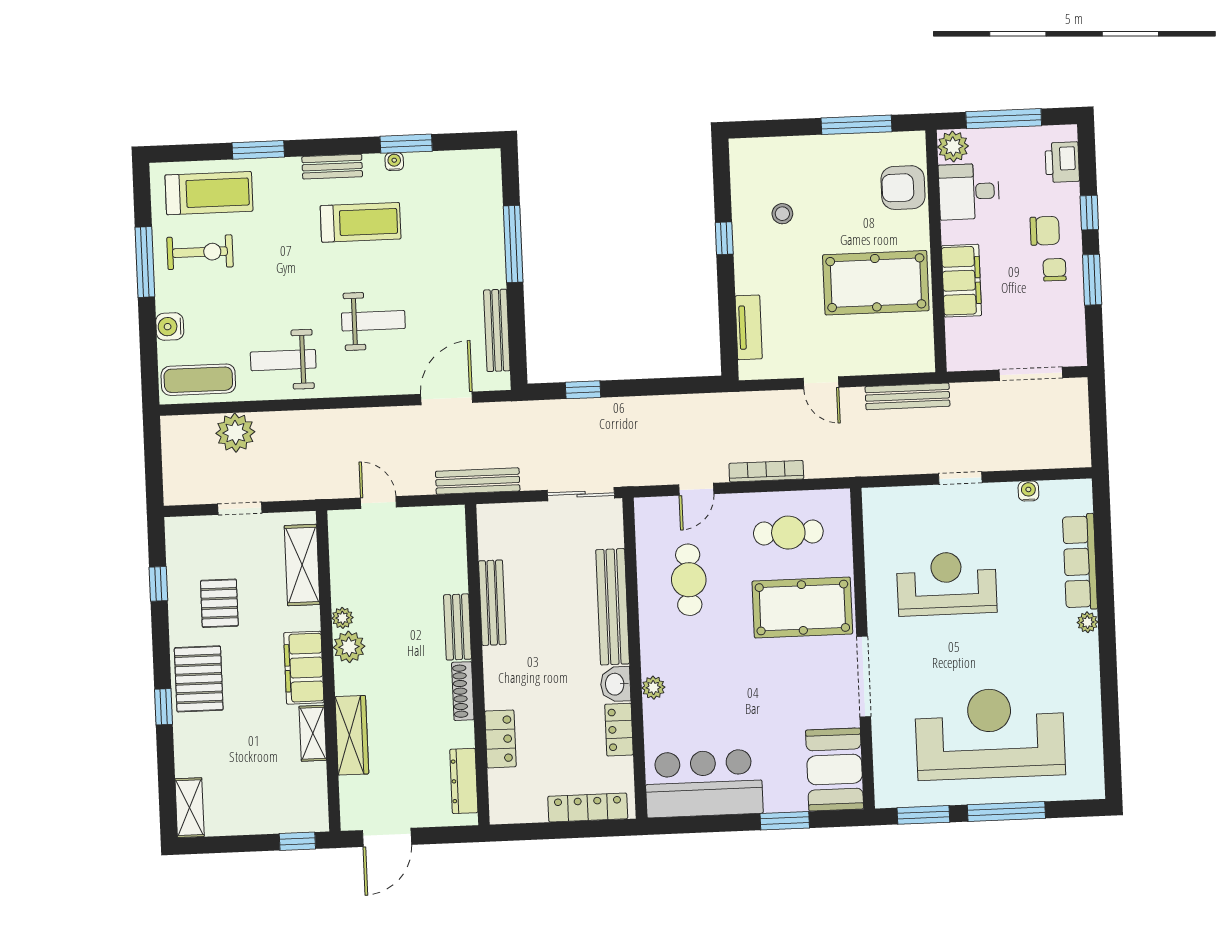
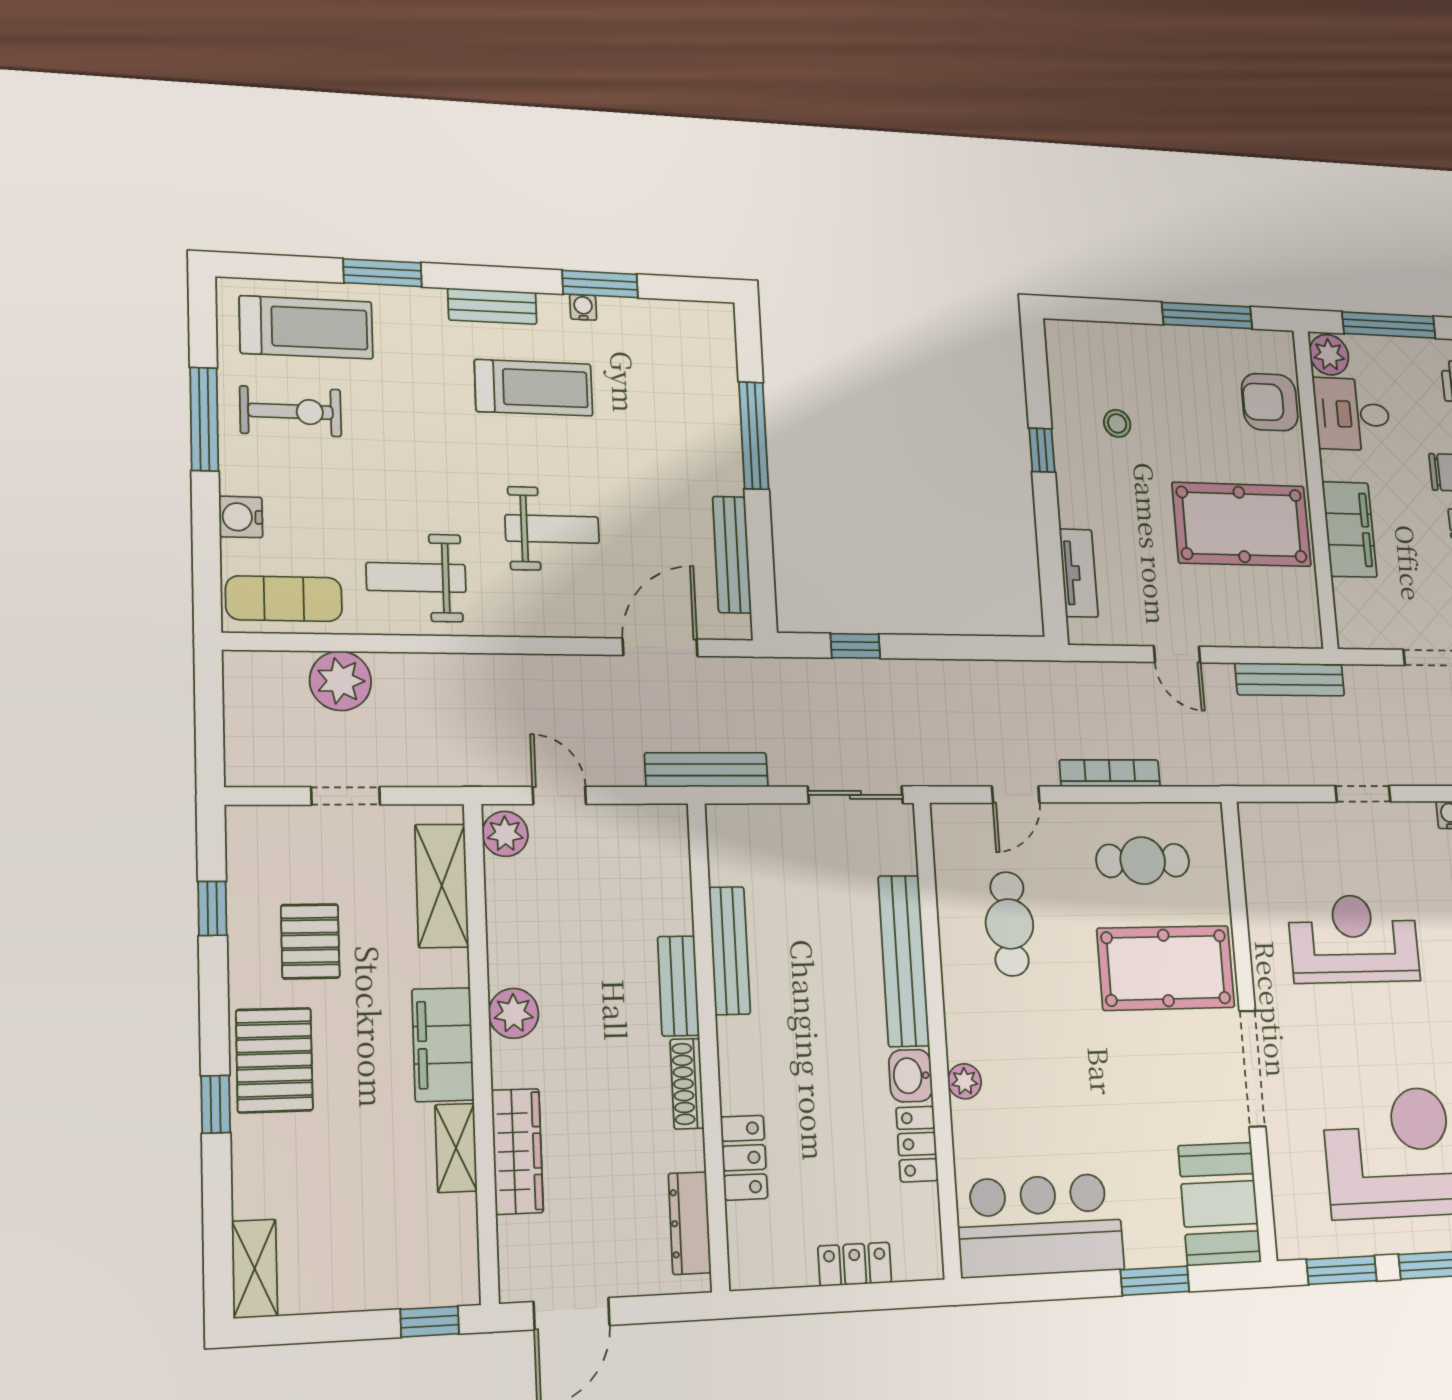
plant: (343, 618) -> (505, 834), moved, width x1.38, depth x1.38
locker: (588, 808) -> (855, 1264), width x0.66

